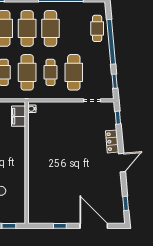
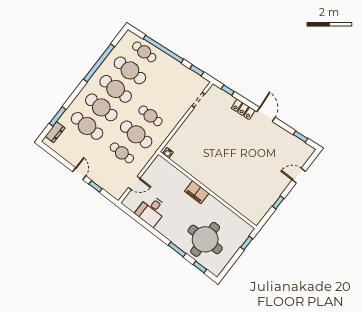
cafe table: (74, 72) -> (130, 70), moved
filing cabinet: (18, 116) -> (197, 192), moved
door: (94, 226) -> (299, 176), width x0.53

